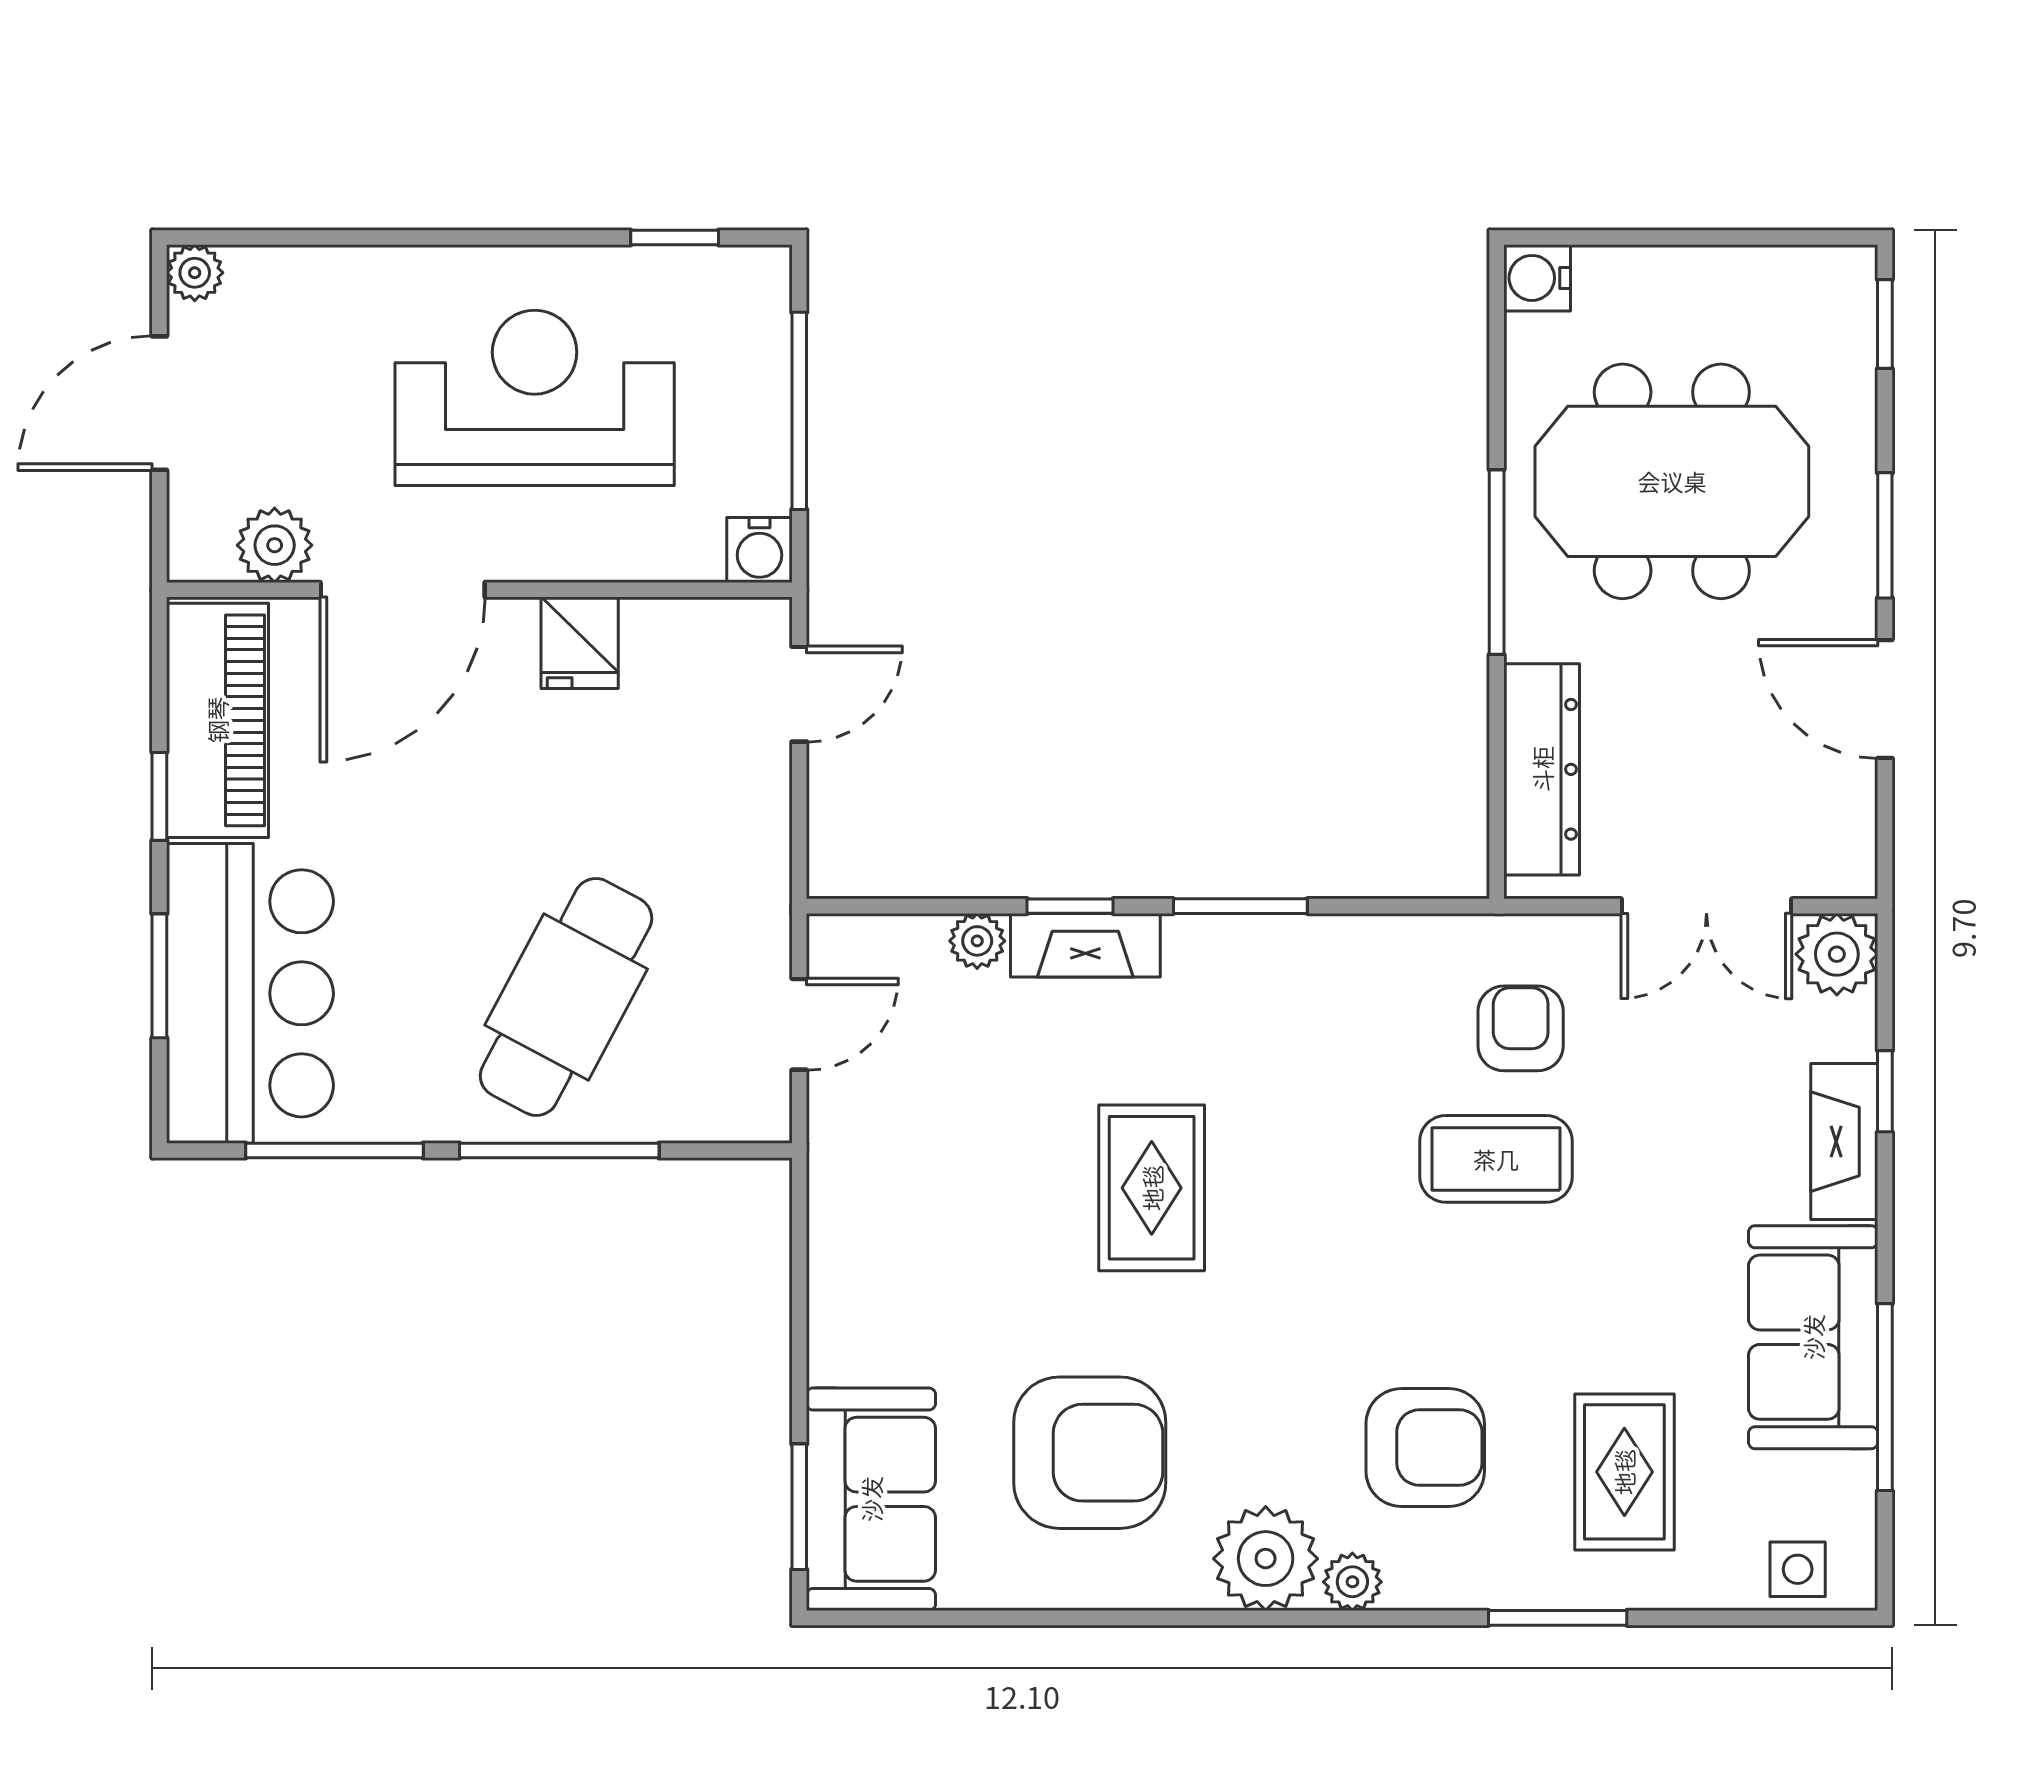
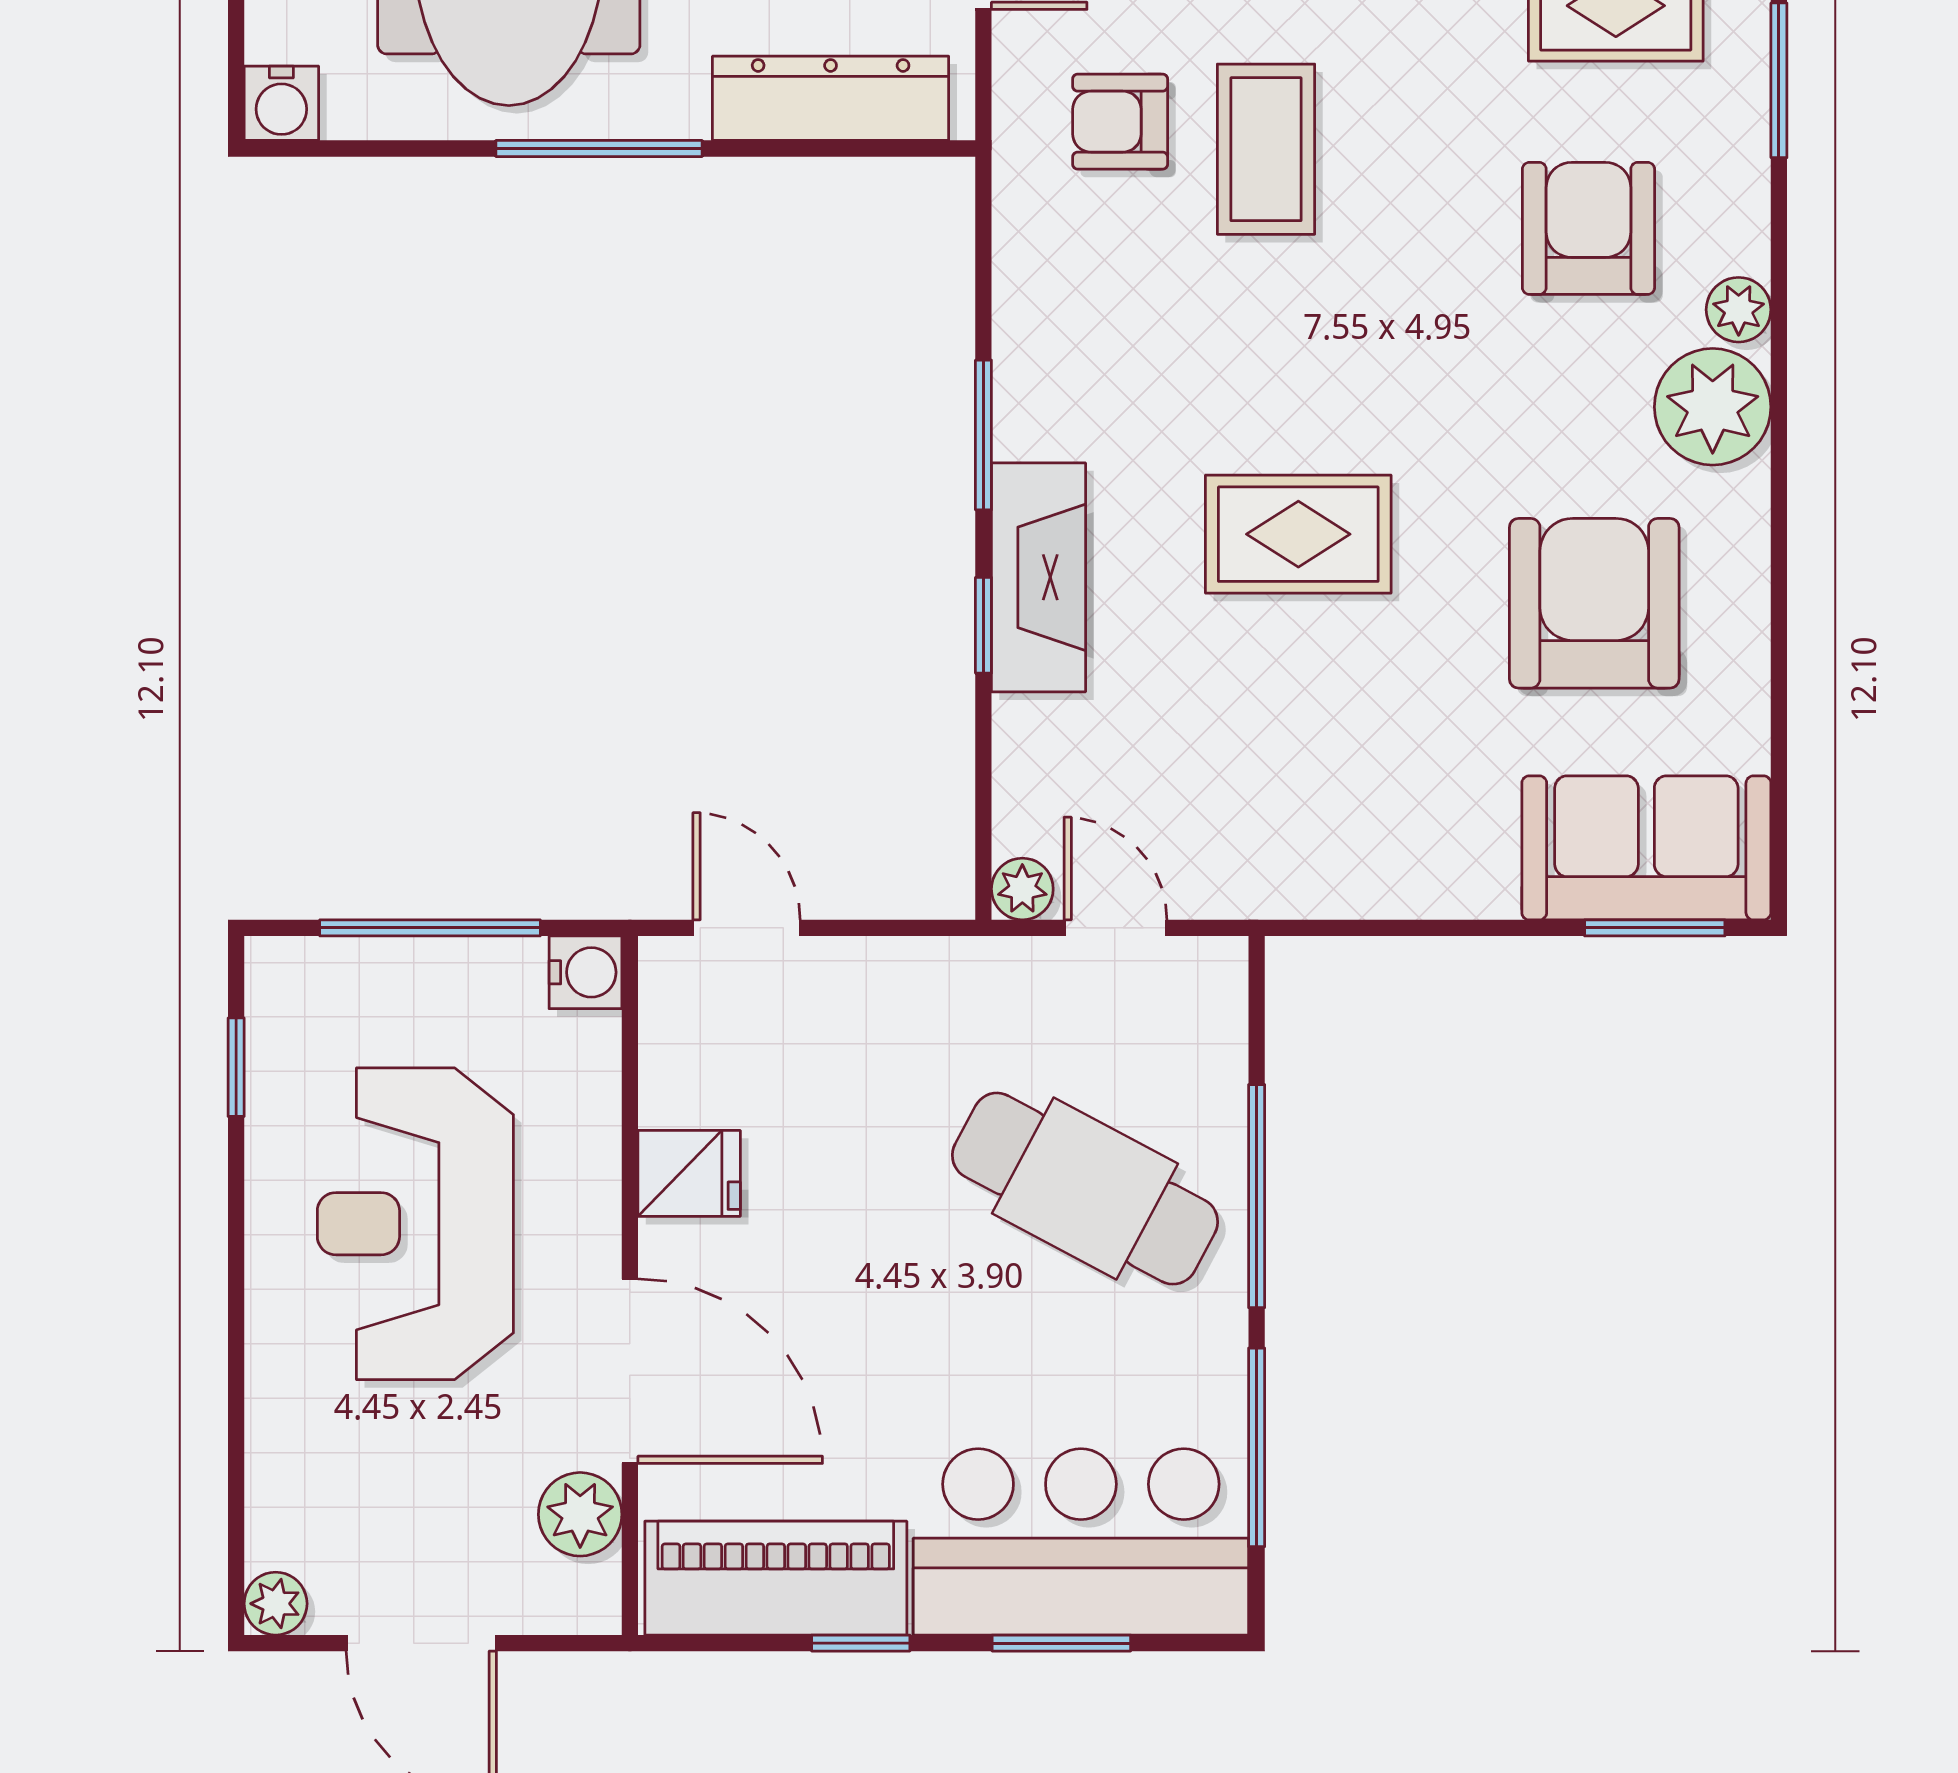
plant: (977, 941) -> (1022, 889), moved
fireplace: (1085, 945) -> (1039, 577), width x1.37, depth x1.32

